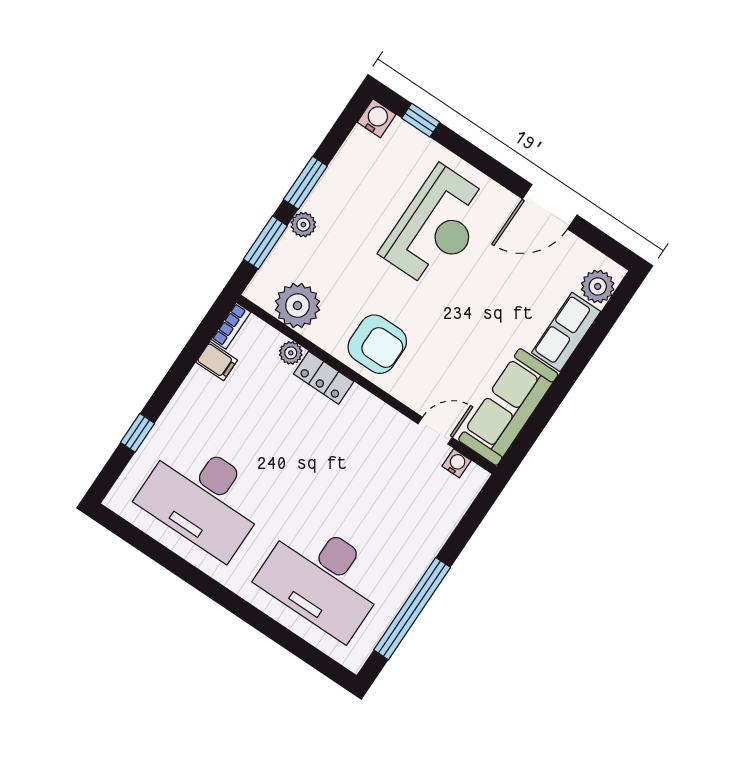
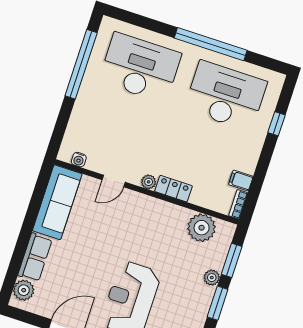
armchair: (377, 344) -> (147, 218), removed
plant: (291, 353) -> (149, 182), moved
door: (435, 431) -> (114, 181), moved
window: (204, 584) -> (211, 44), added

